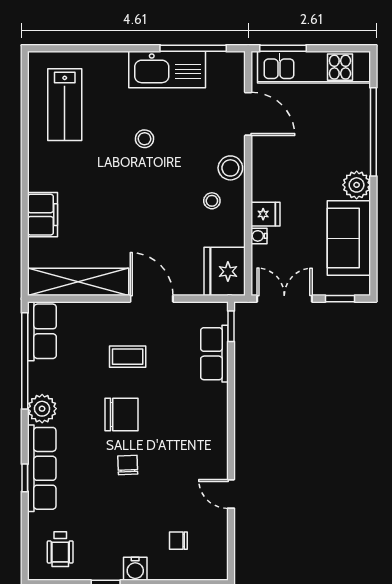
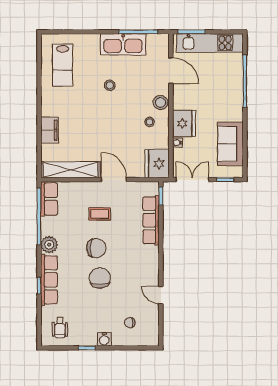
plant: (357, 185) -> (235, 113), removed
fridge: (265, 214) -> (184, 123), width x1.88, depth x1.34
row of seats: (214, 354) -> (151, 220), width x1.48
chair: (128, 465) -> (100, 278), width x1.87, depth x1.87

